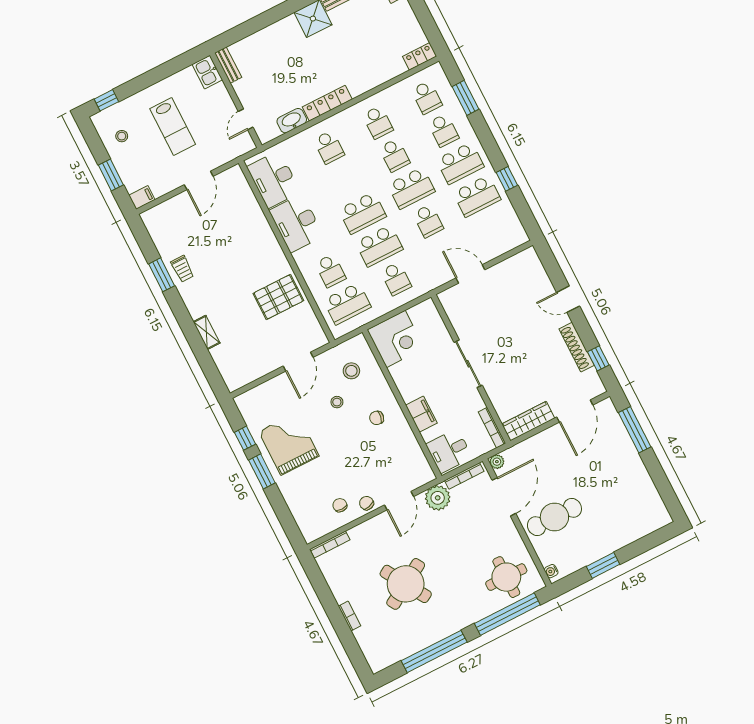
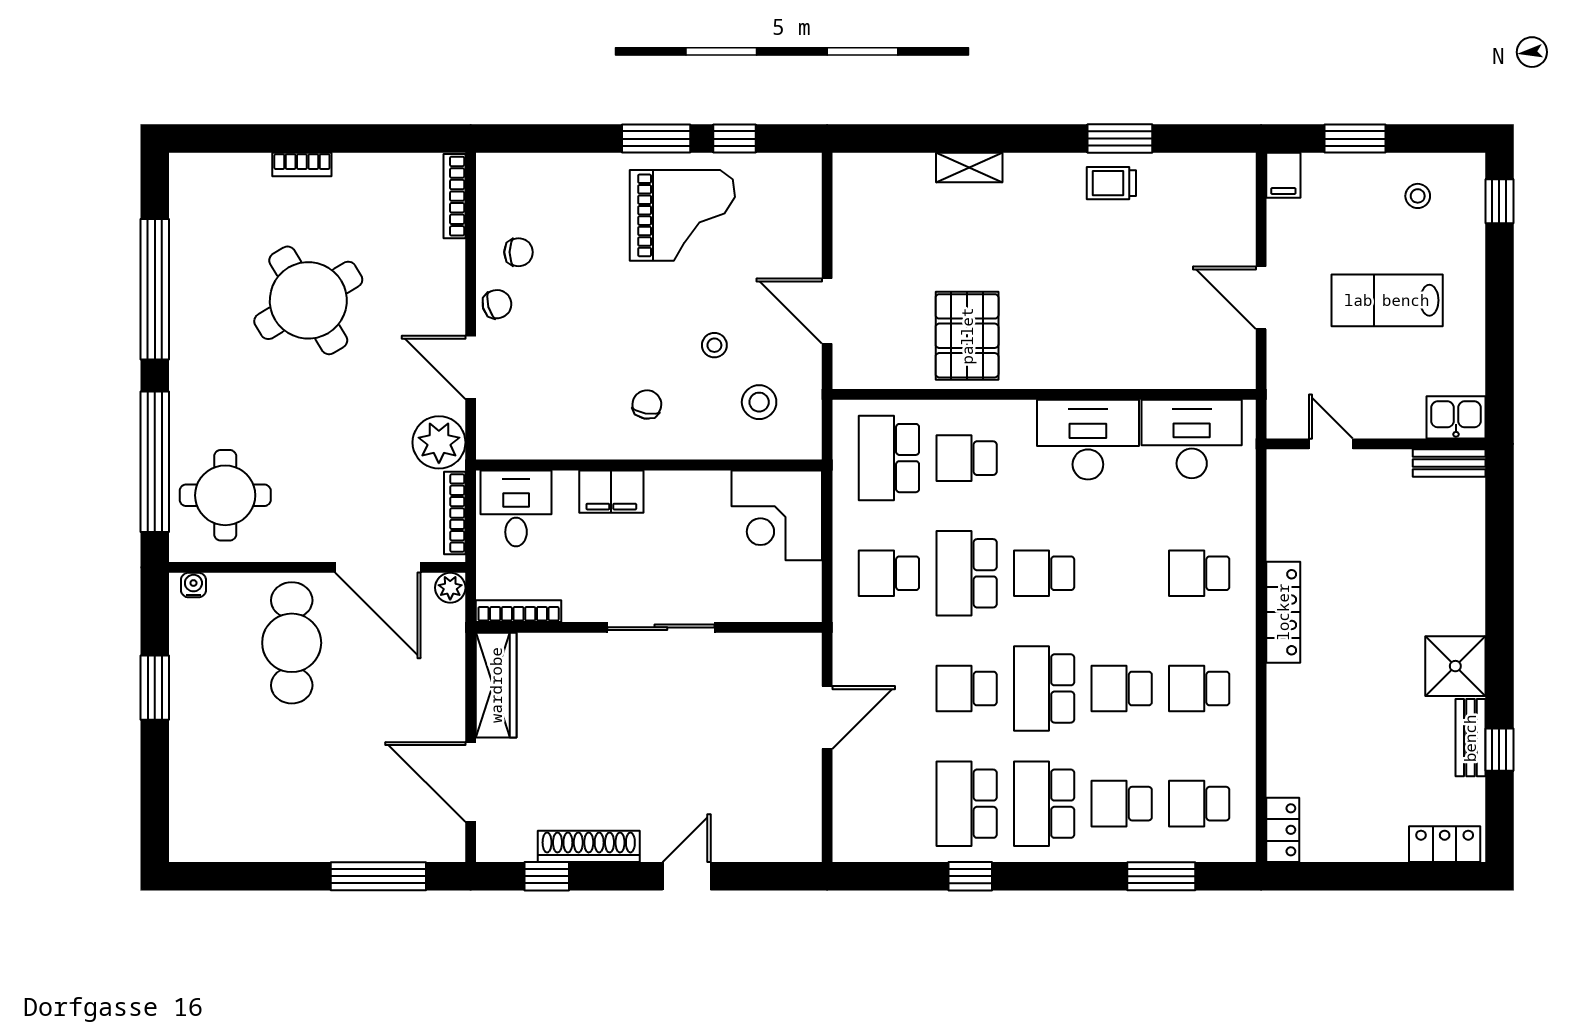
washbasin: (292, 121) -> (1285, 529), removed
school desk: (362, 213) -> (1044, 573), width x0.54

